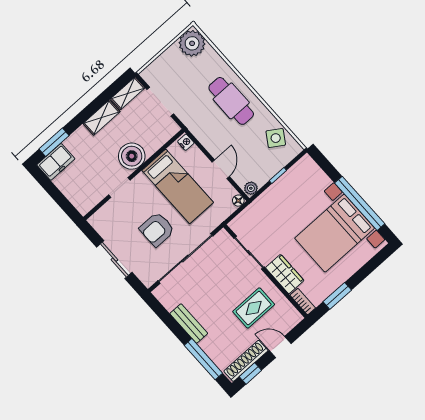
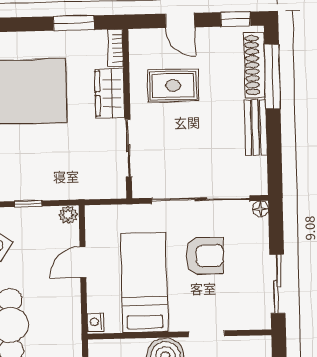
floor lamp: (238, 201) -> (260, 209), moved
sliding door: (114, 260) -> (277, 284), moved
shoe rack: (246, 361) -> (255, 65), moved, turned 90

